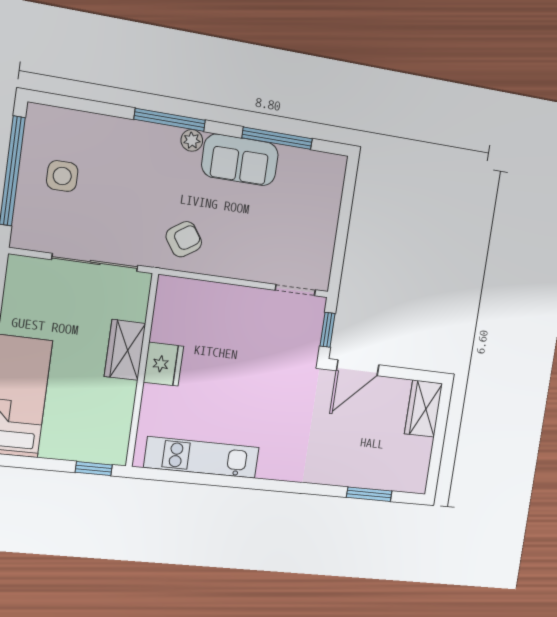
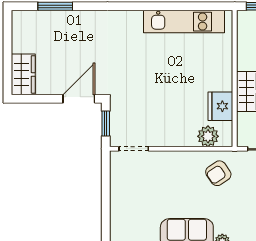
plant: (191, 294) -> (208, 136), added
fridge: (163, 364) -> (220, 106), moved

